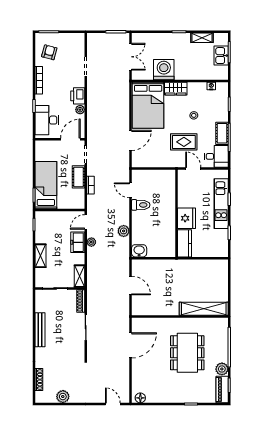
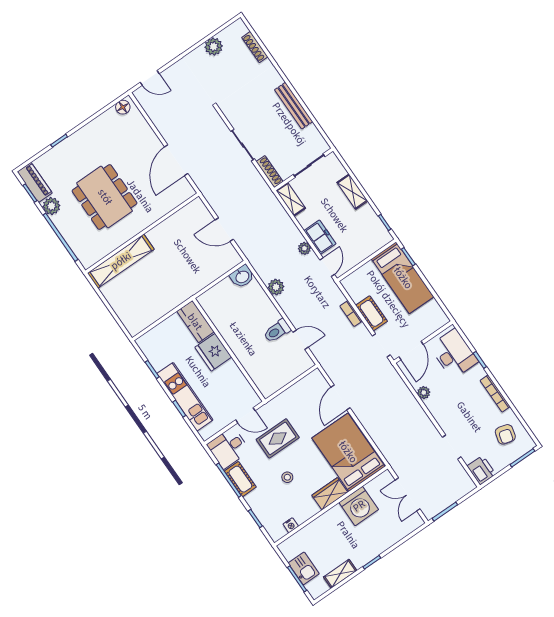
printer: (78, 96) -> (481, 470), moved

